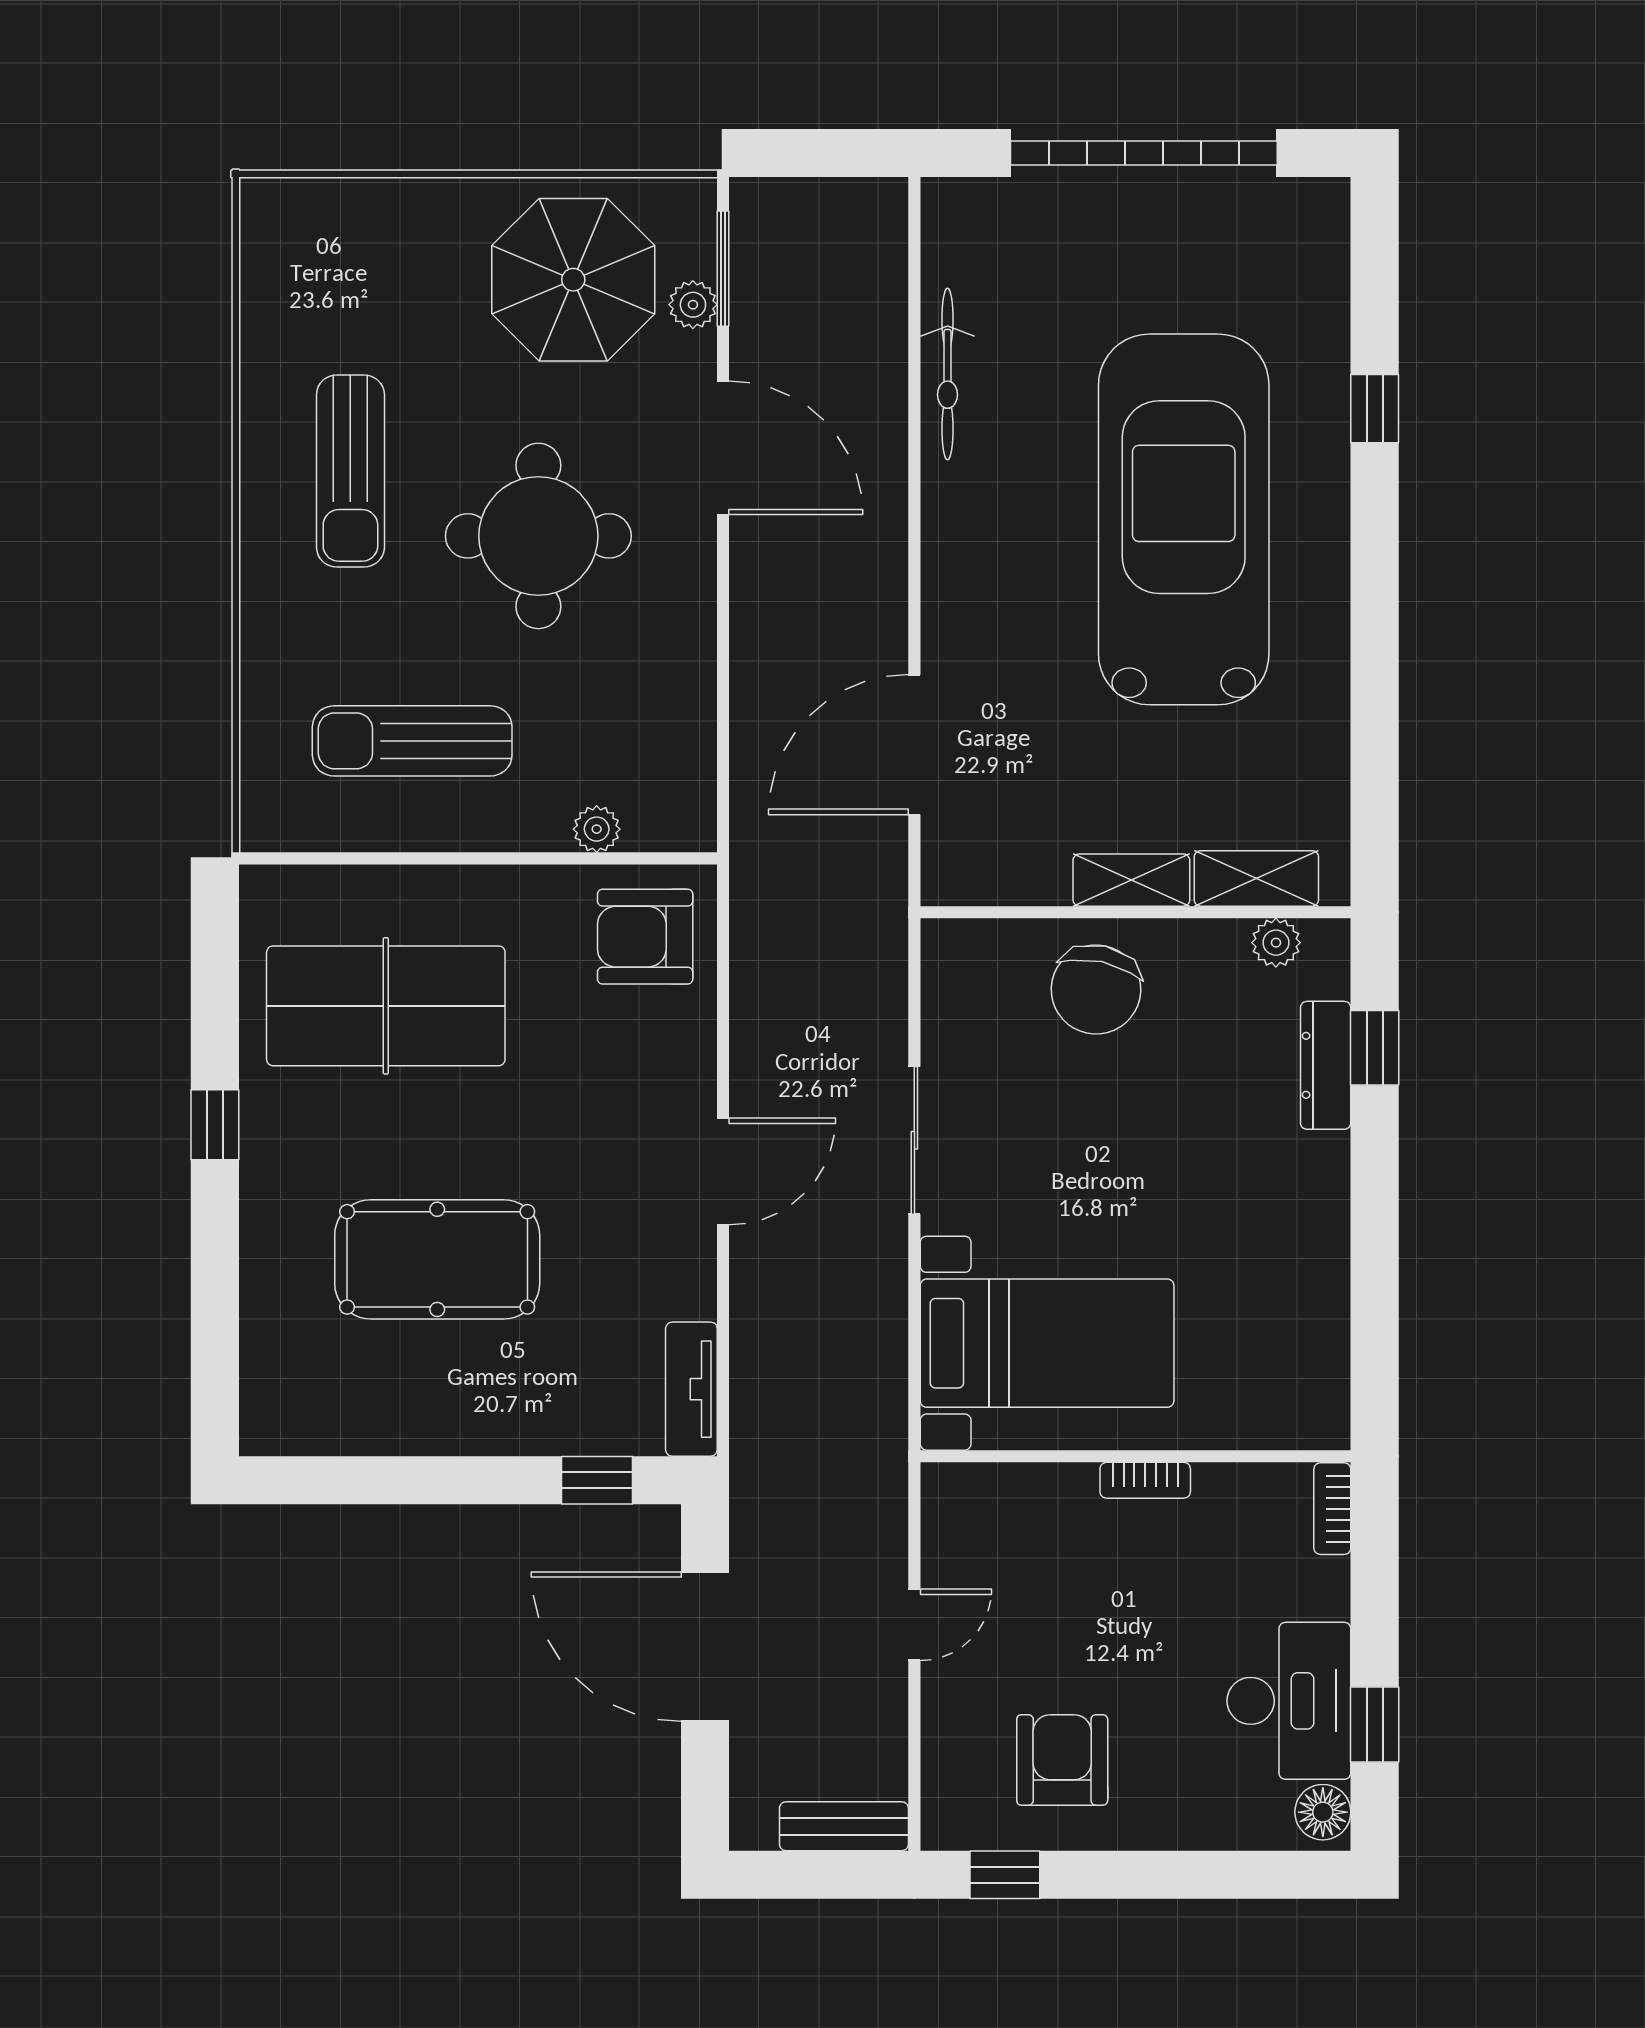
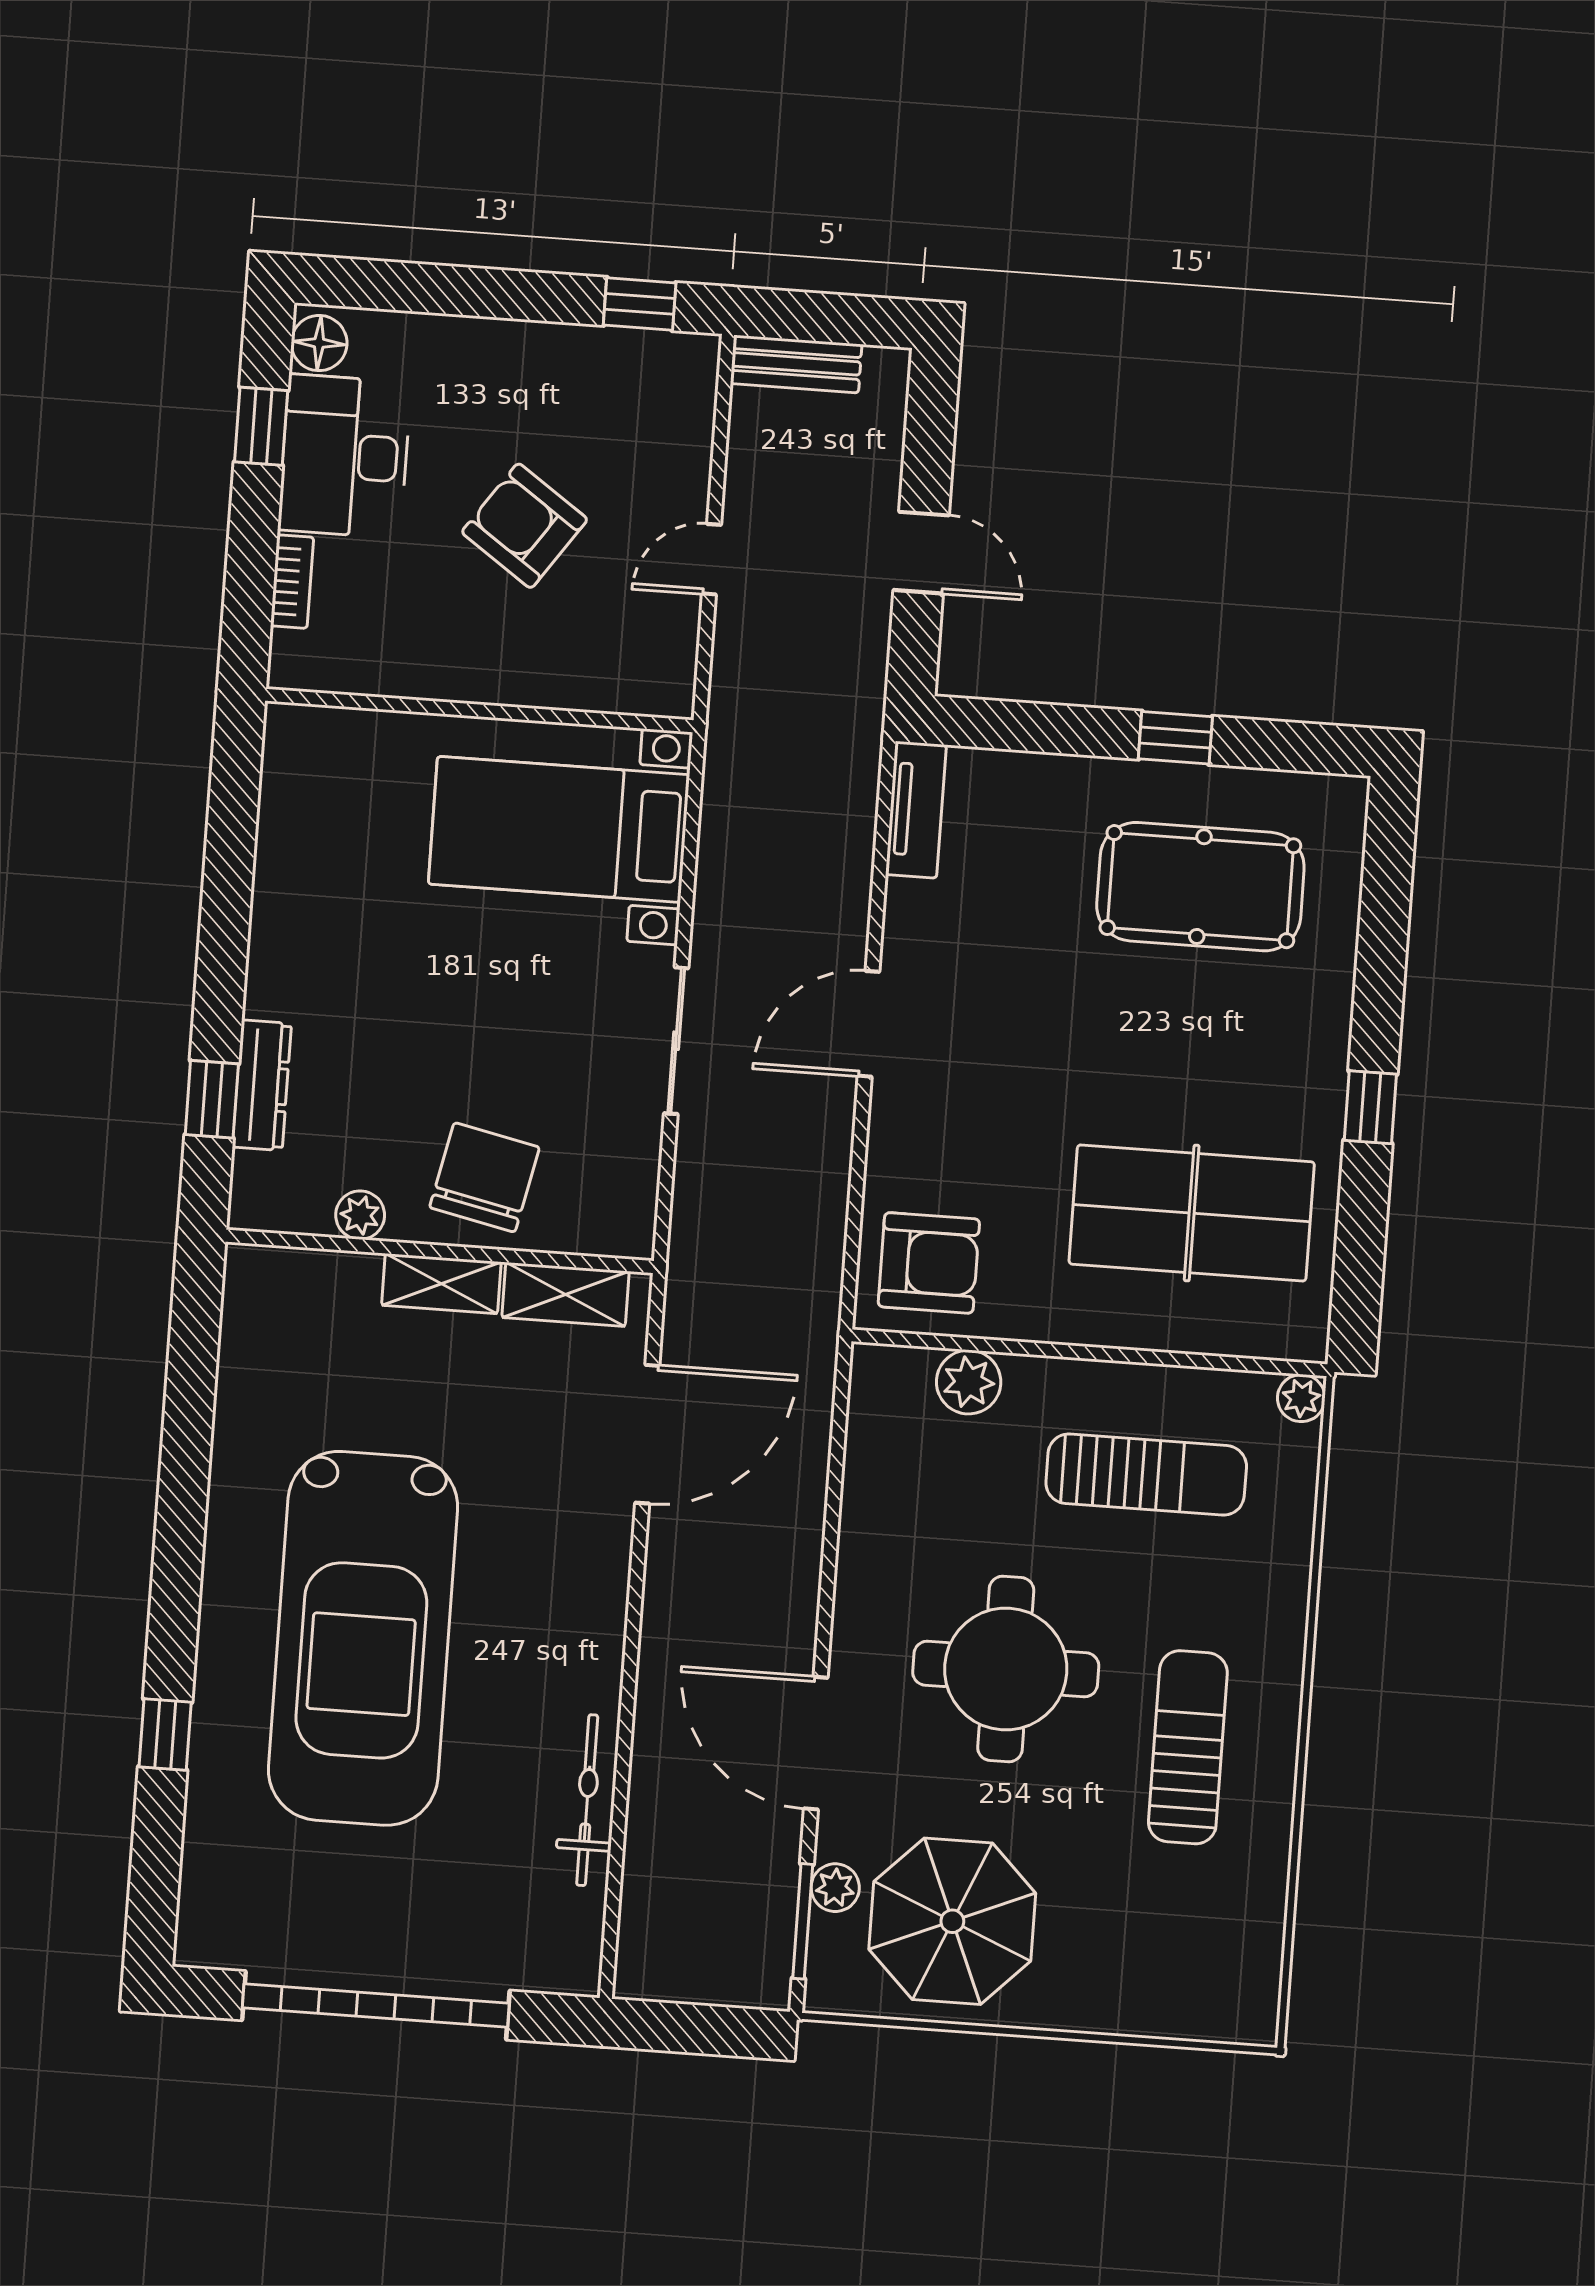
plant: (263, 829) -> (1301, 1398), added
plant: (597, 829) -> (969, 1382), width x1.38, depth x1.38
shelving: (1256, 878) -> (565, 1294), moved
plant: (1276, 943) -> (360, 1215), moved
pool table: (437, 1259) -> (1200, 887), moved
window: (597, 1480) -> (1175, 738), moved
bookcase: (1145, 1480) -> (471, 686), removed
bookcase: (1332, 1509) -> (292, 582), moved
door: (705, 1647) -> (921, 553), width x0.53
armchair: (1062, 1760) -> (525, 526), moved, turned 125

